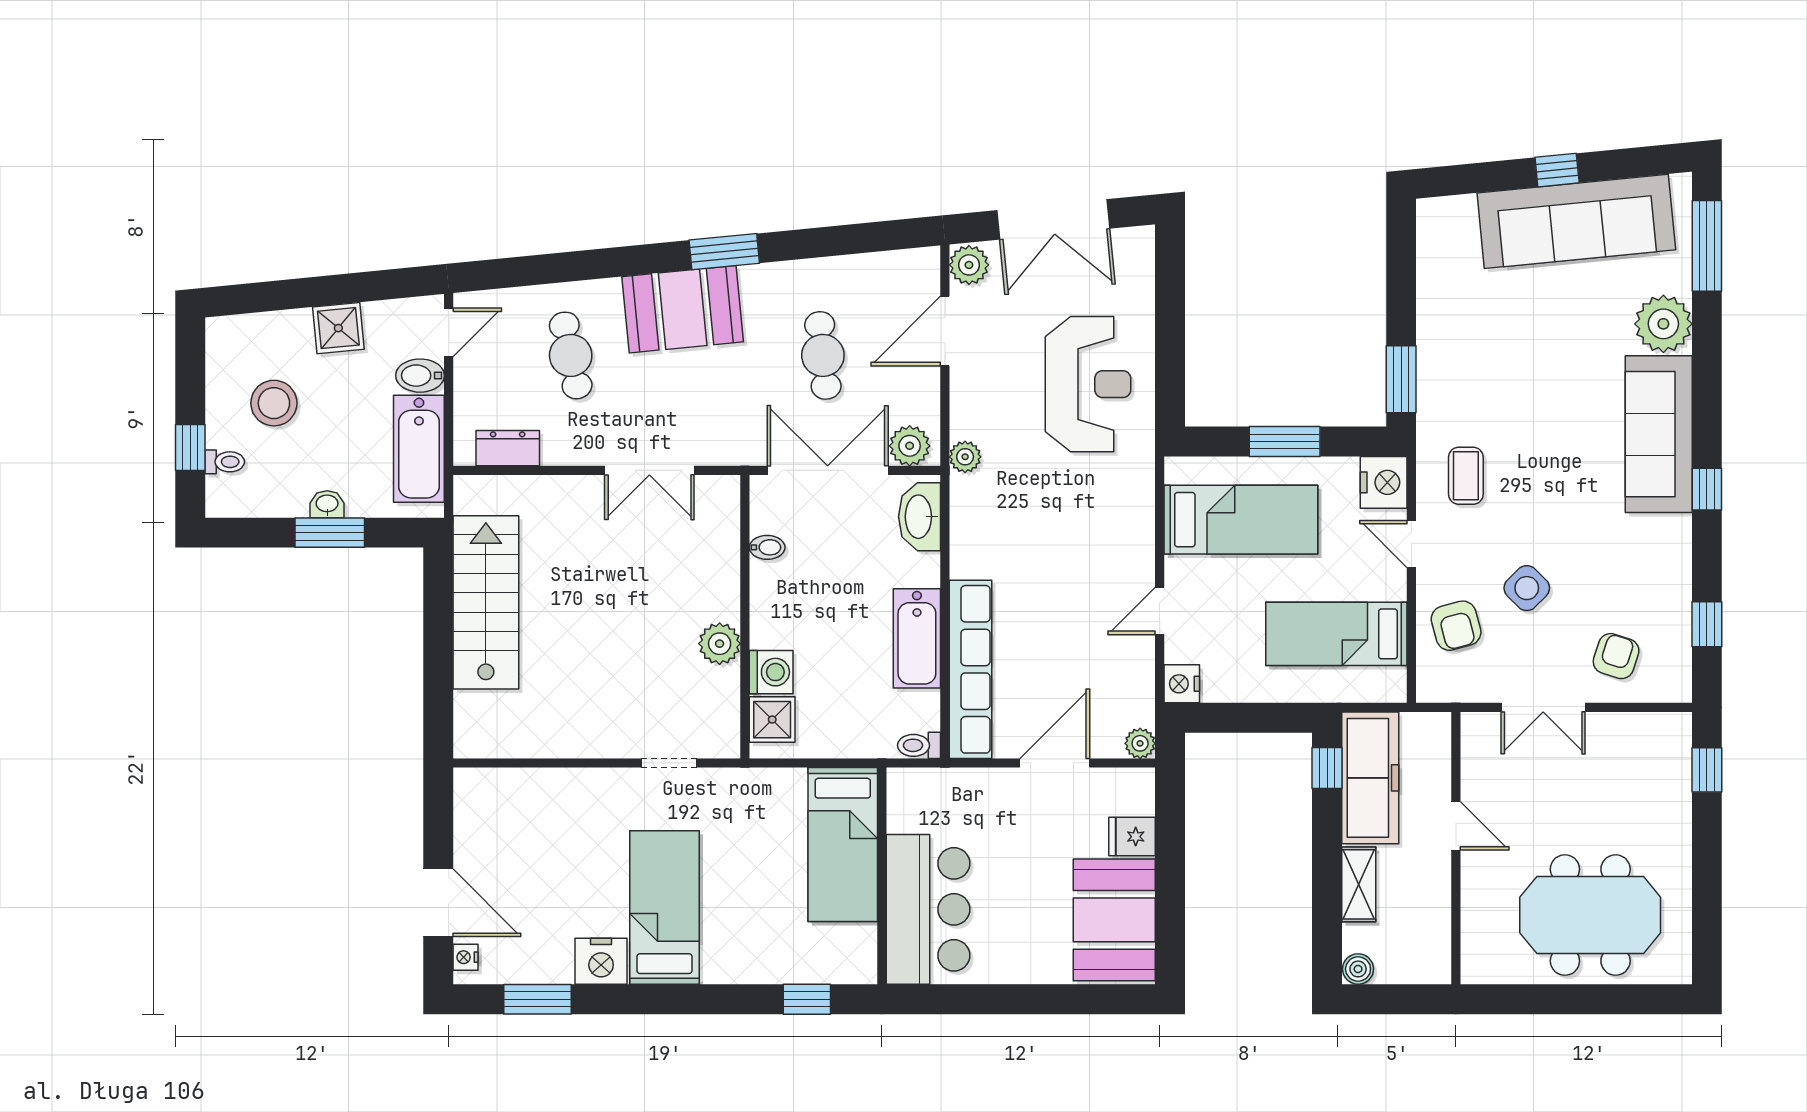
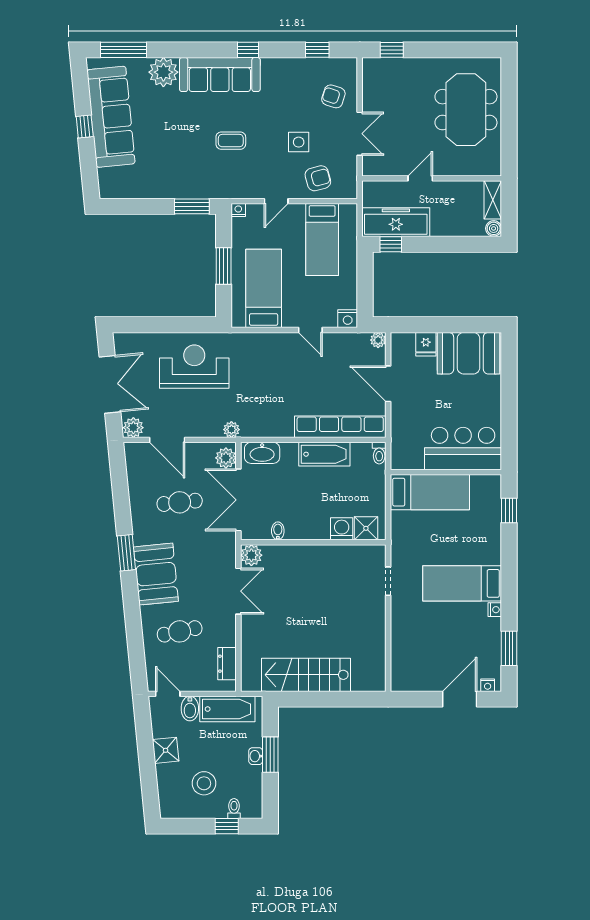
coffee table: (1466, 476) -> (231, 141), moved
nightstand: (1384, 482) -> (238, 210), width x0.53, depth x0.56
side table: (1527, 588) -> (299, 142), turned 45
plant: (720, 644) -> (251, 555), moved
shelving: (1359, 884) -> (493, 200), moved, turned 90
nightstand: (601, 961) -> (495, 610), width x0.53, depth x0.56

